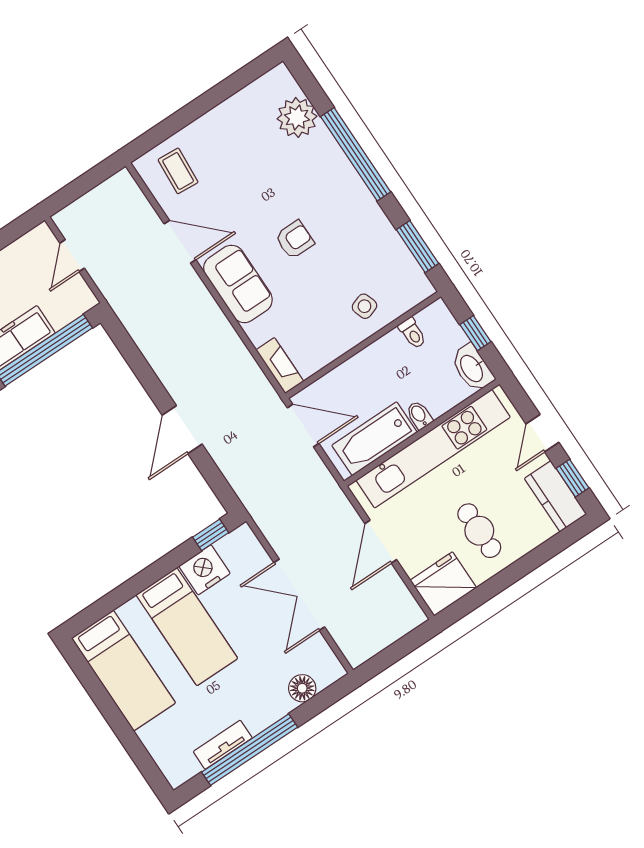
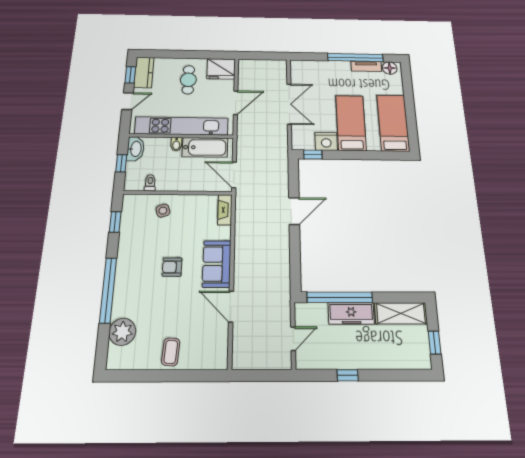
coffee table: (178, 171) -> (171, 352), moved
window: (417, 247) -> (115, 222), width x0.67
floor lamp: (302, 688) -> (390, 68), moved

